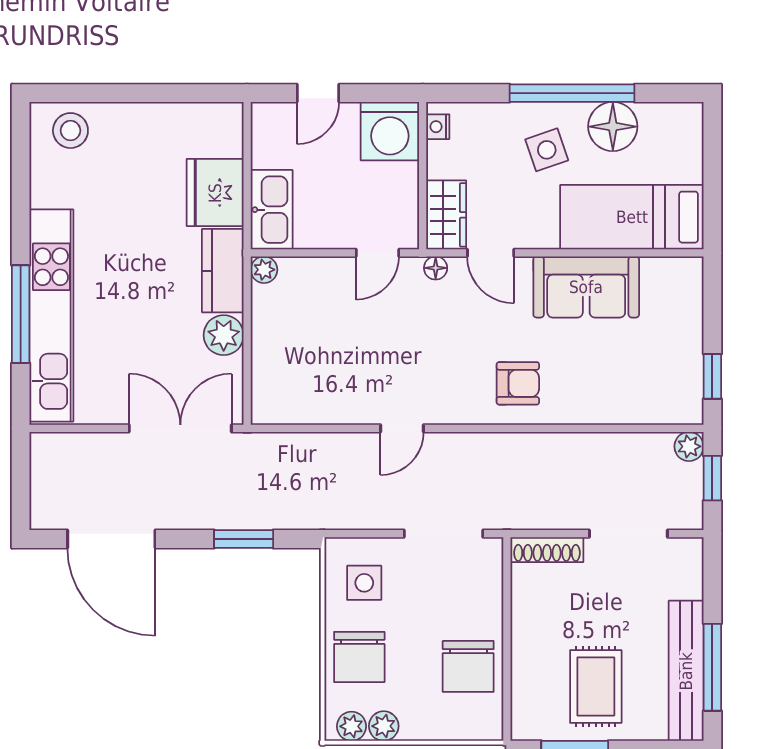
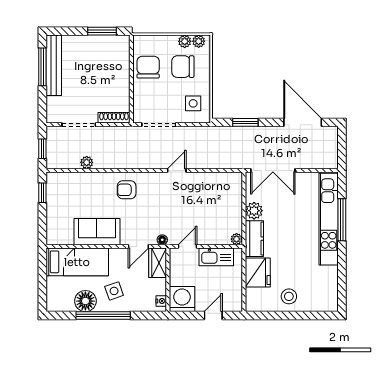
stool: (70, 131) -> (289, 296), moved
kitchen sink: (272, 210) -> (216, 257), moved, turned -90
door: (491, 253) -> (138, 246), swing flipped
plant: (689, 446) -> (87, 162), moved
chair: (359, 657) -> (183, 67), moved, turned -90
rug: (596, 686) -> (93, 58), removed

